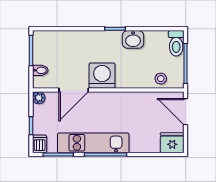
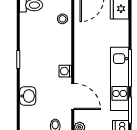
washbasin: (133, 39) -> (28, 96), moved
washing machine: (102, 76) -> (65, 71), width x0.53, depth x0.53

